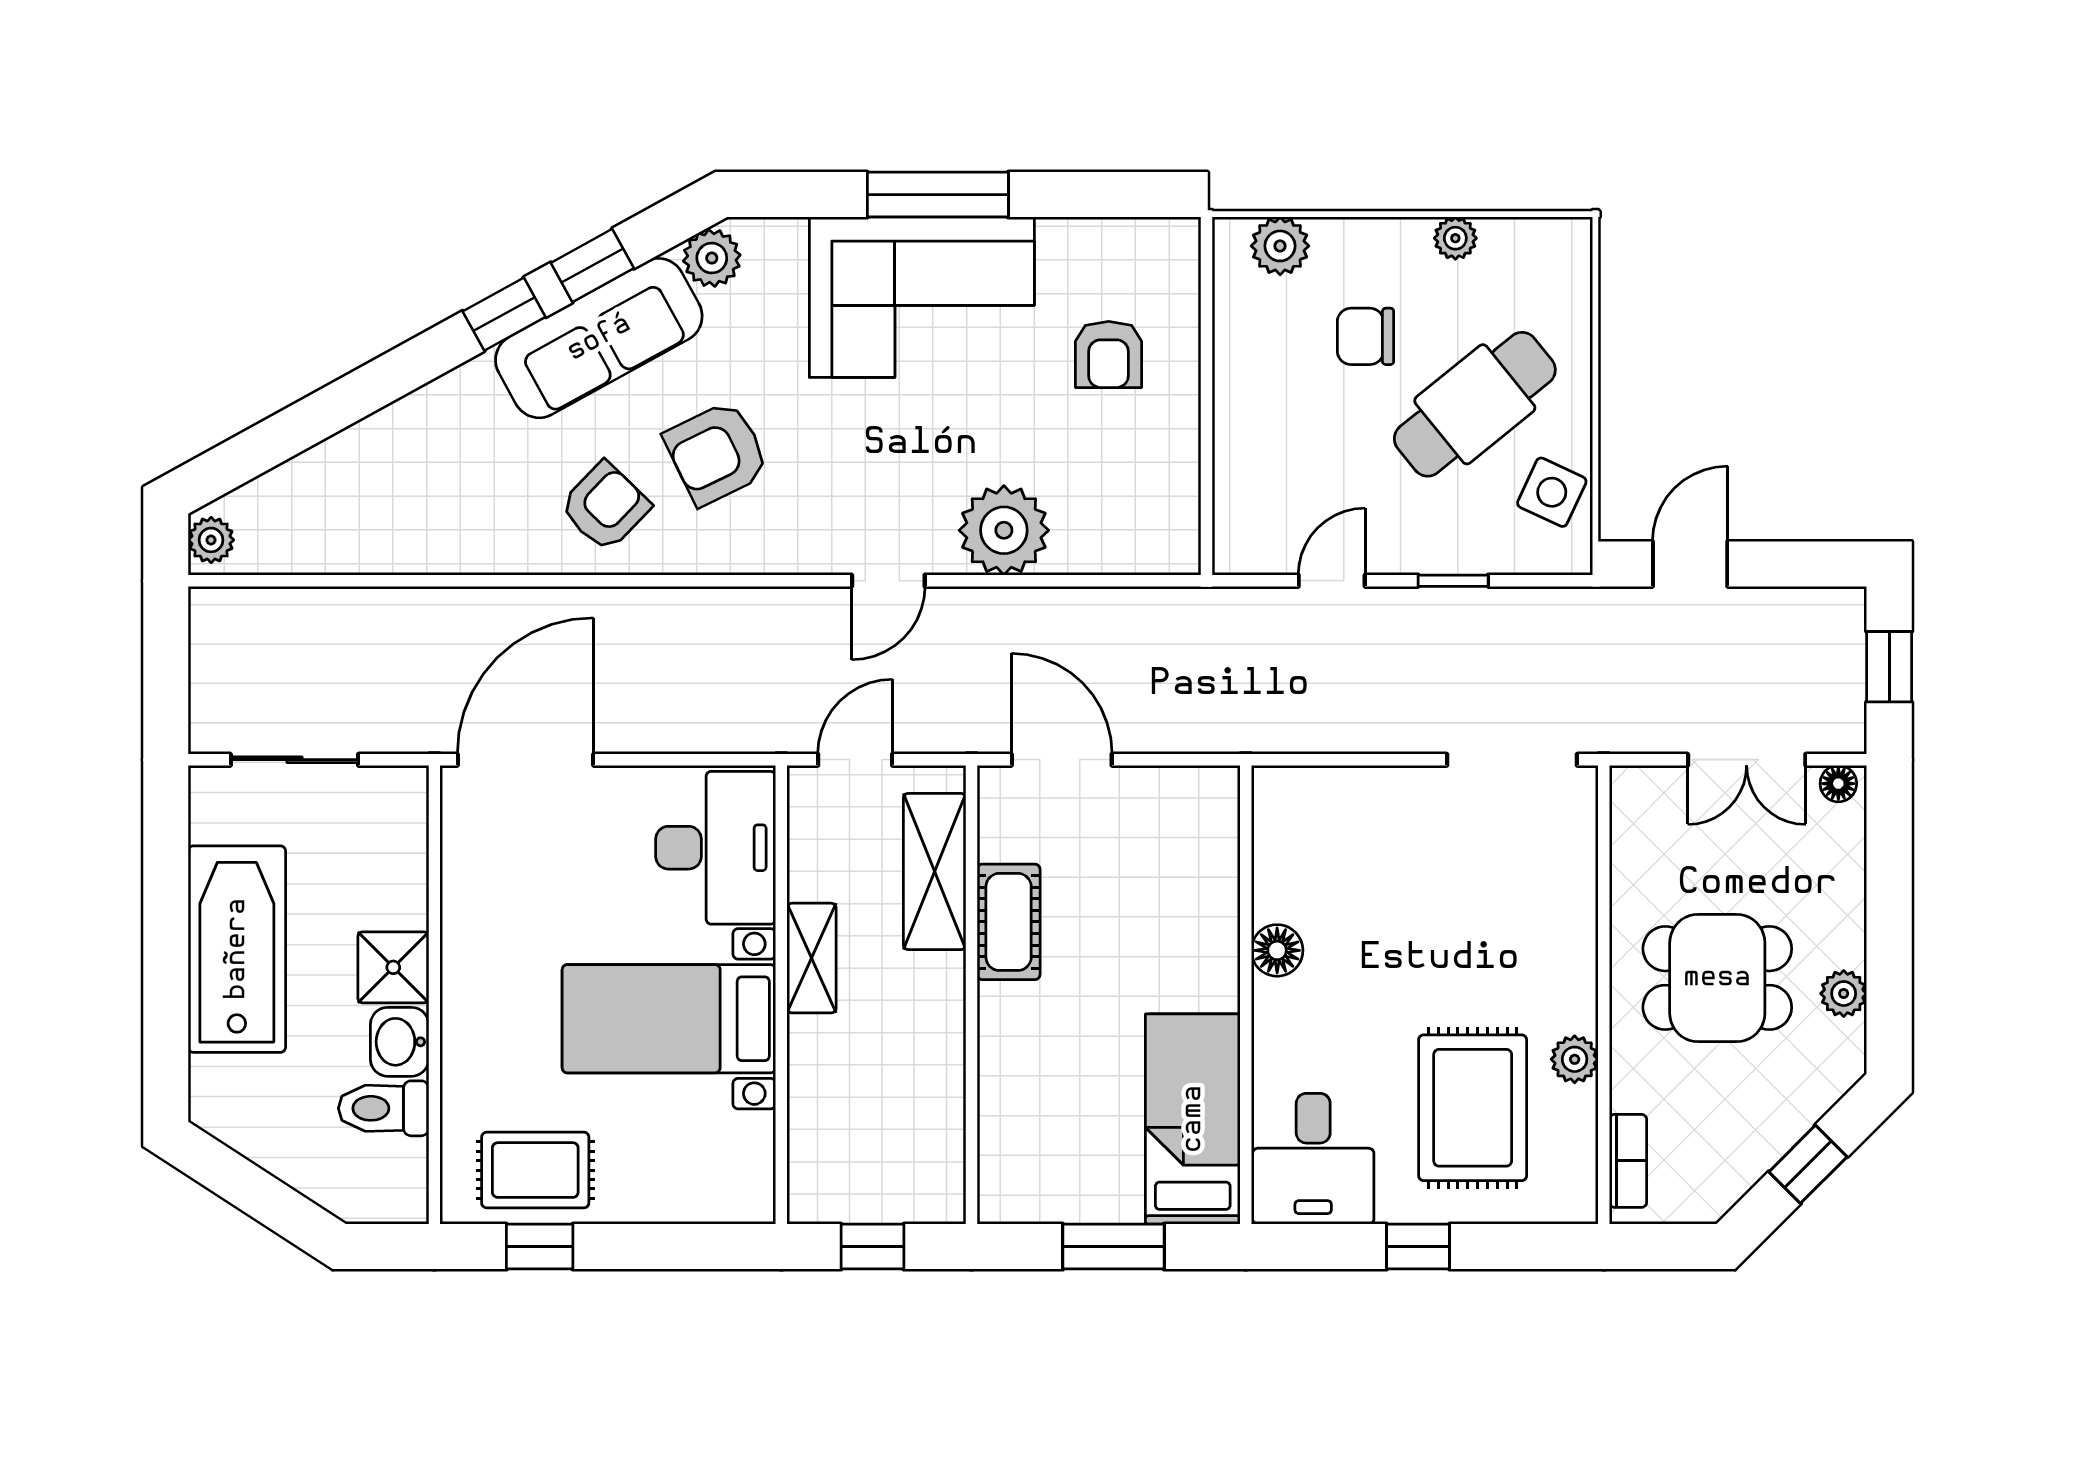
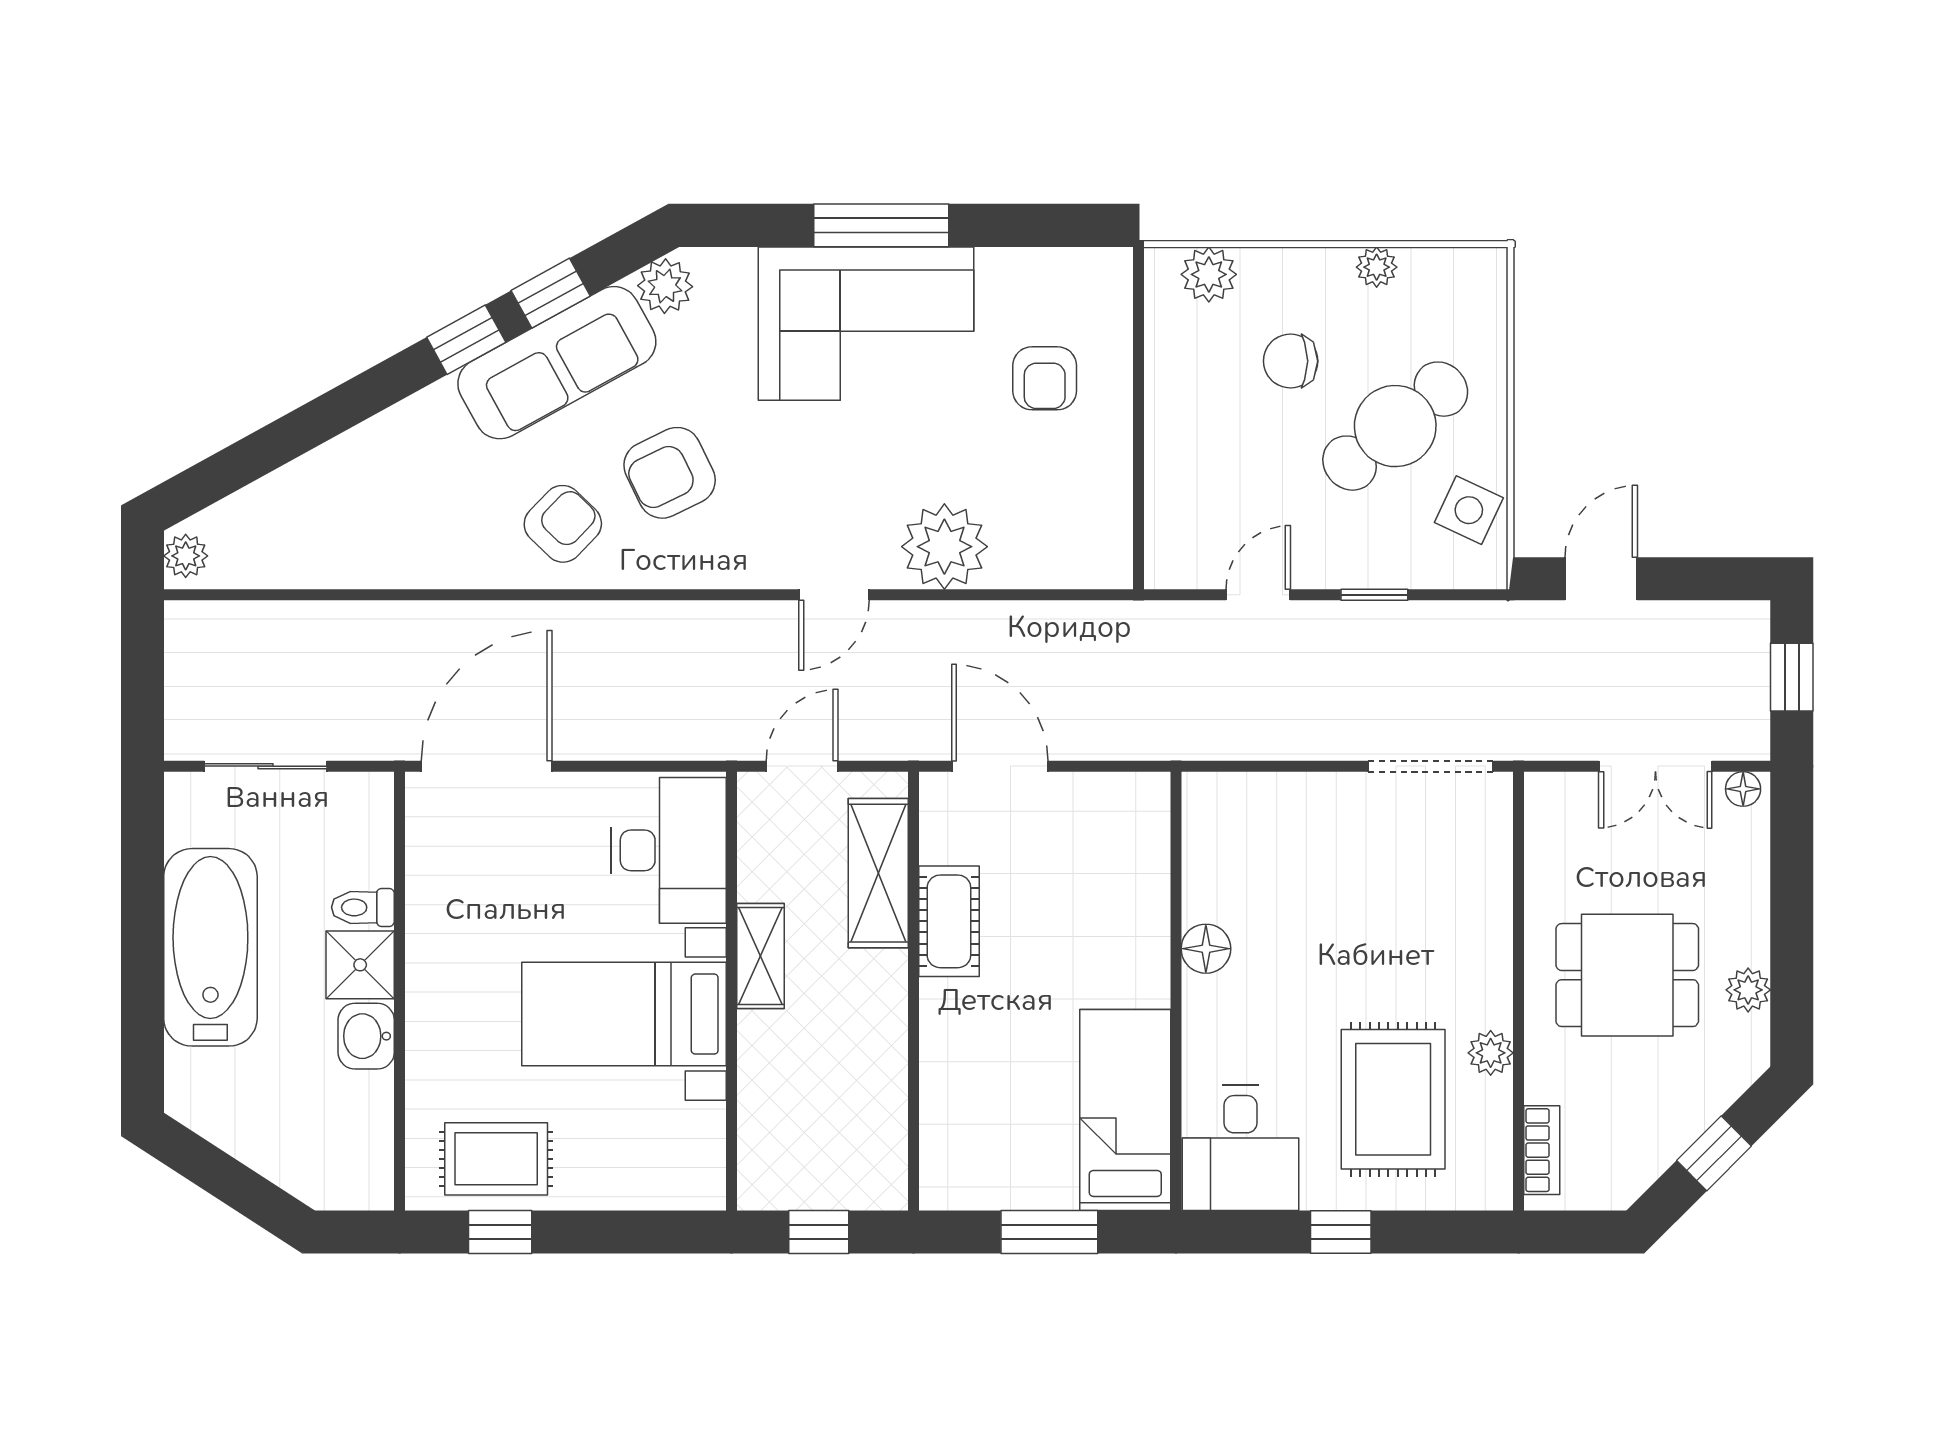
toilet: (384, 1108) -> (363, 907), moved, width x0.73, depth x0.72

